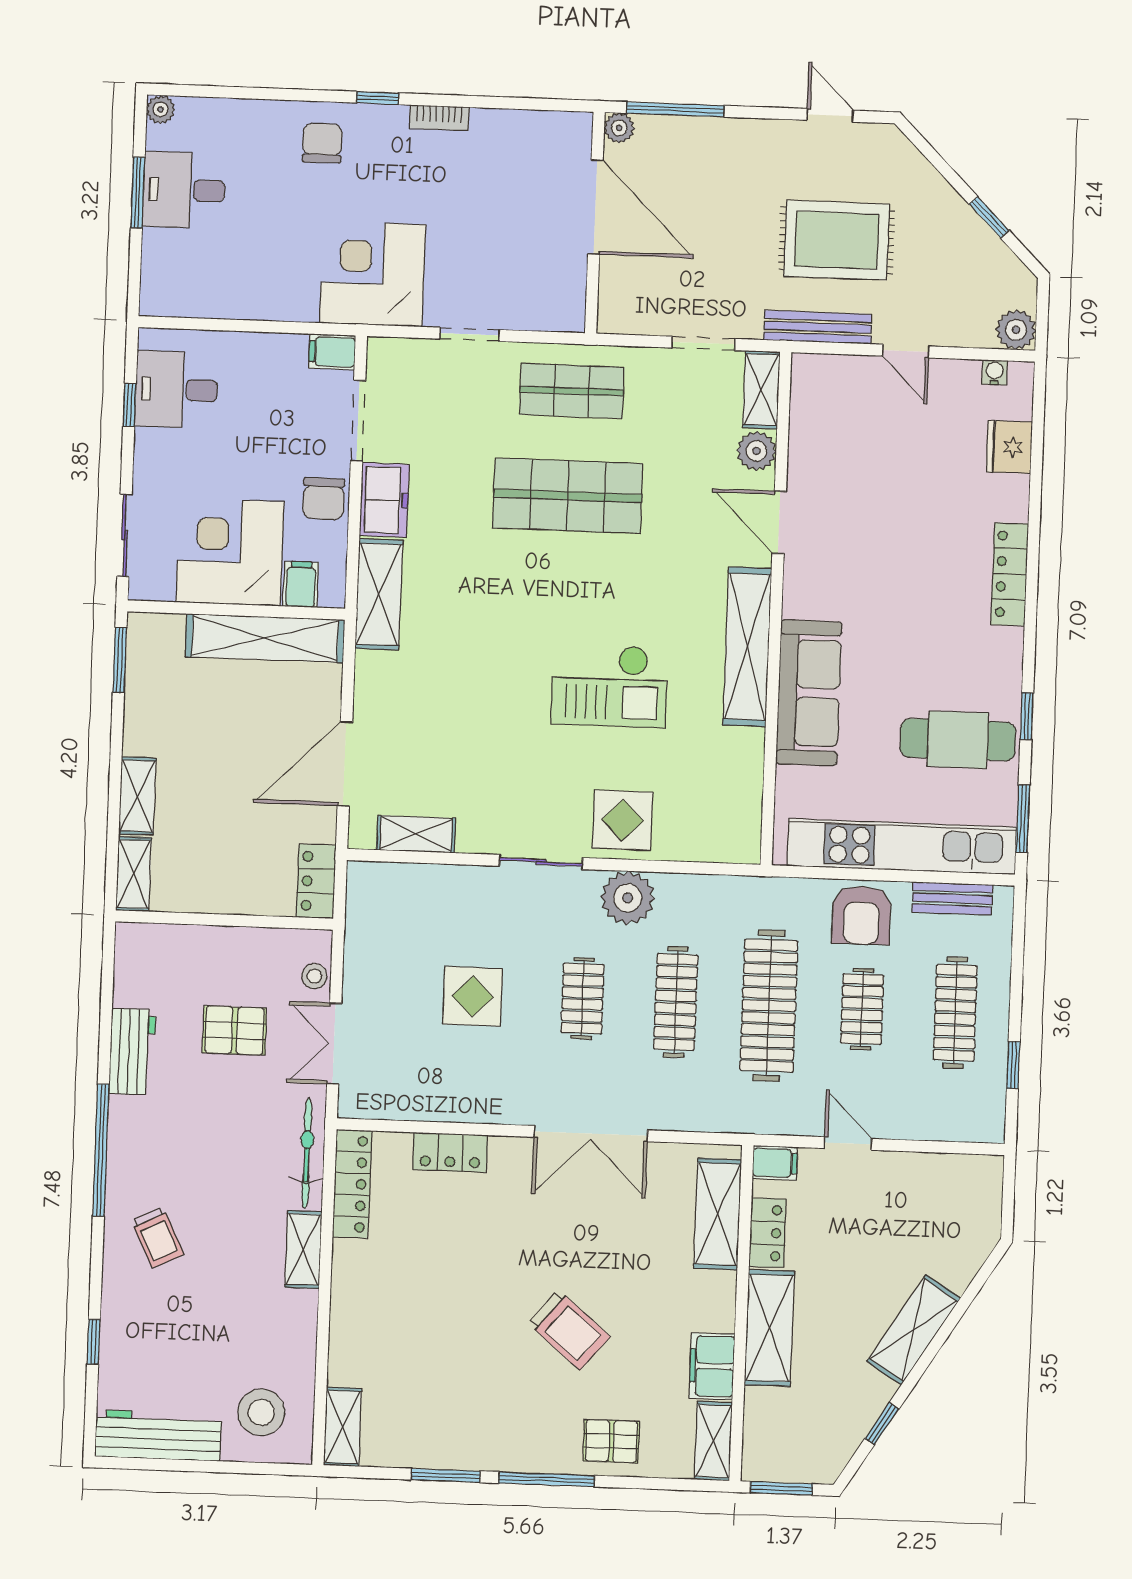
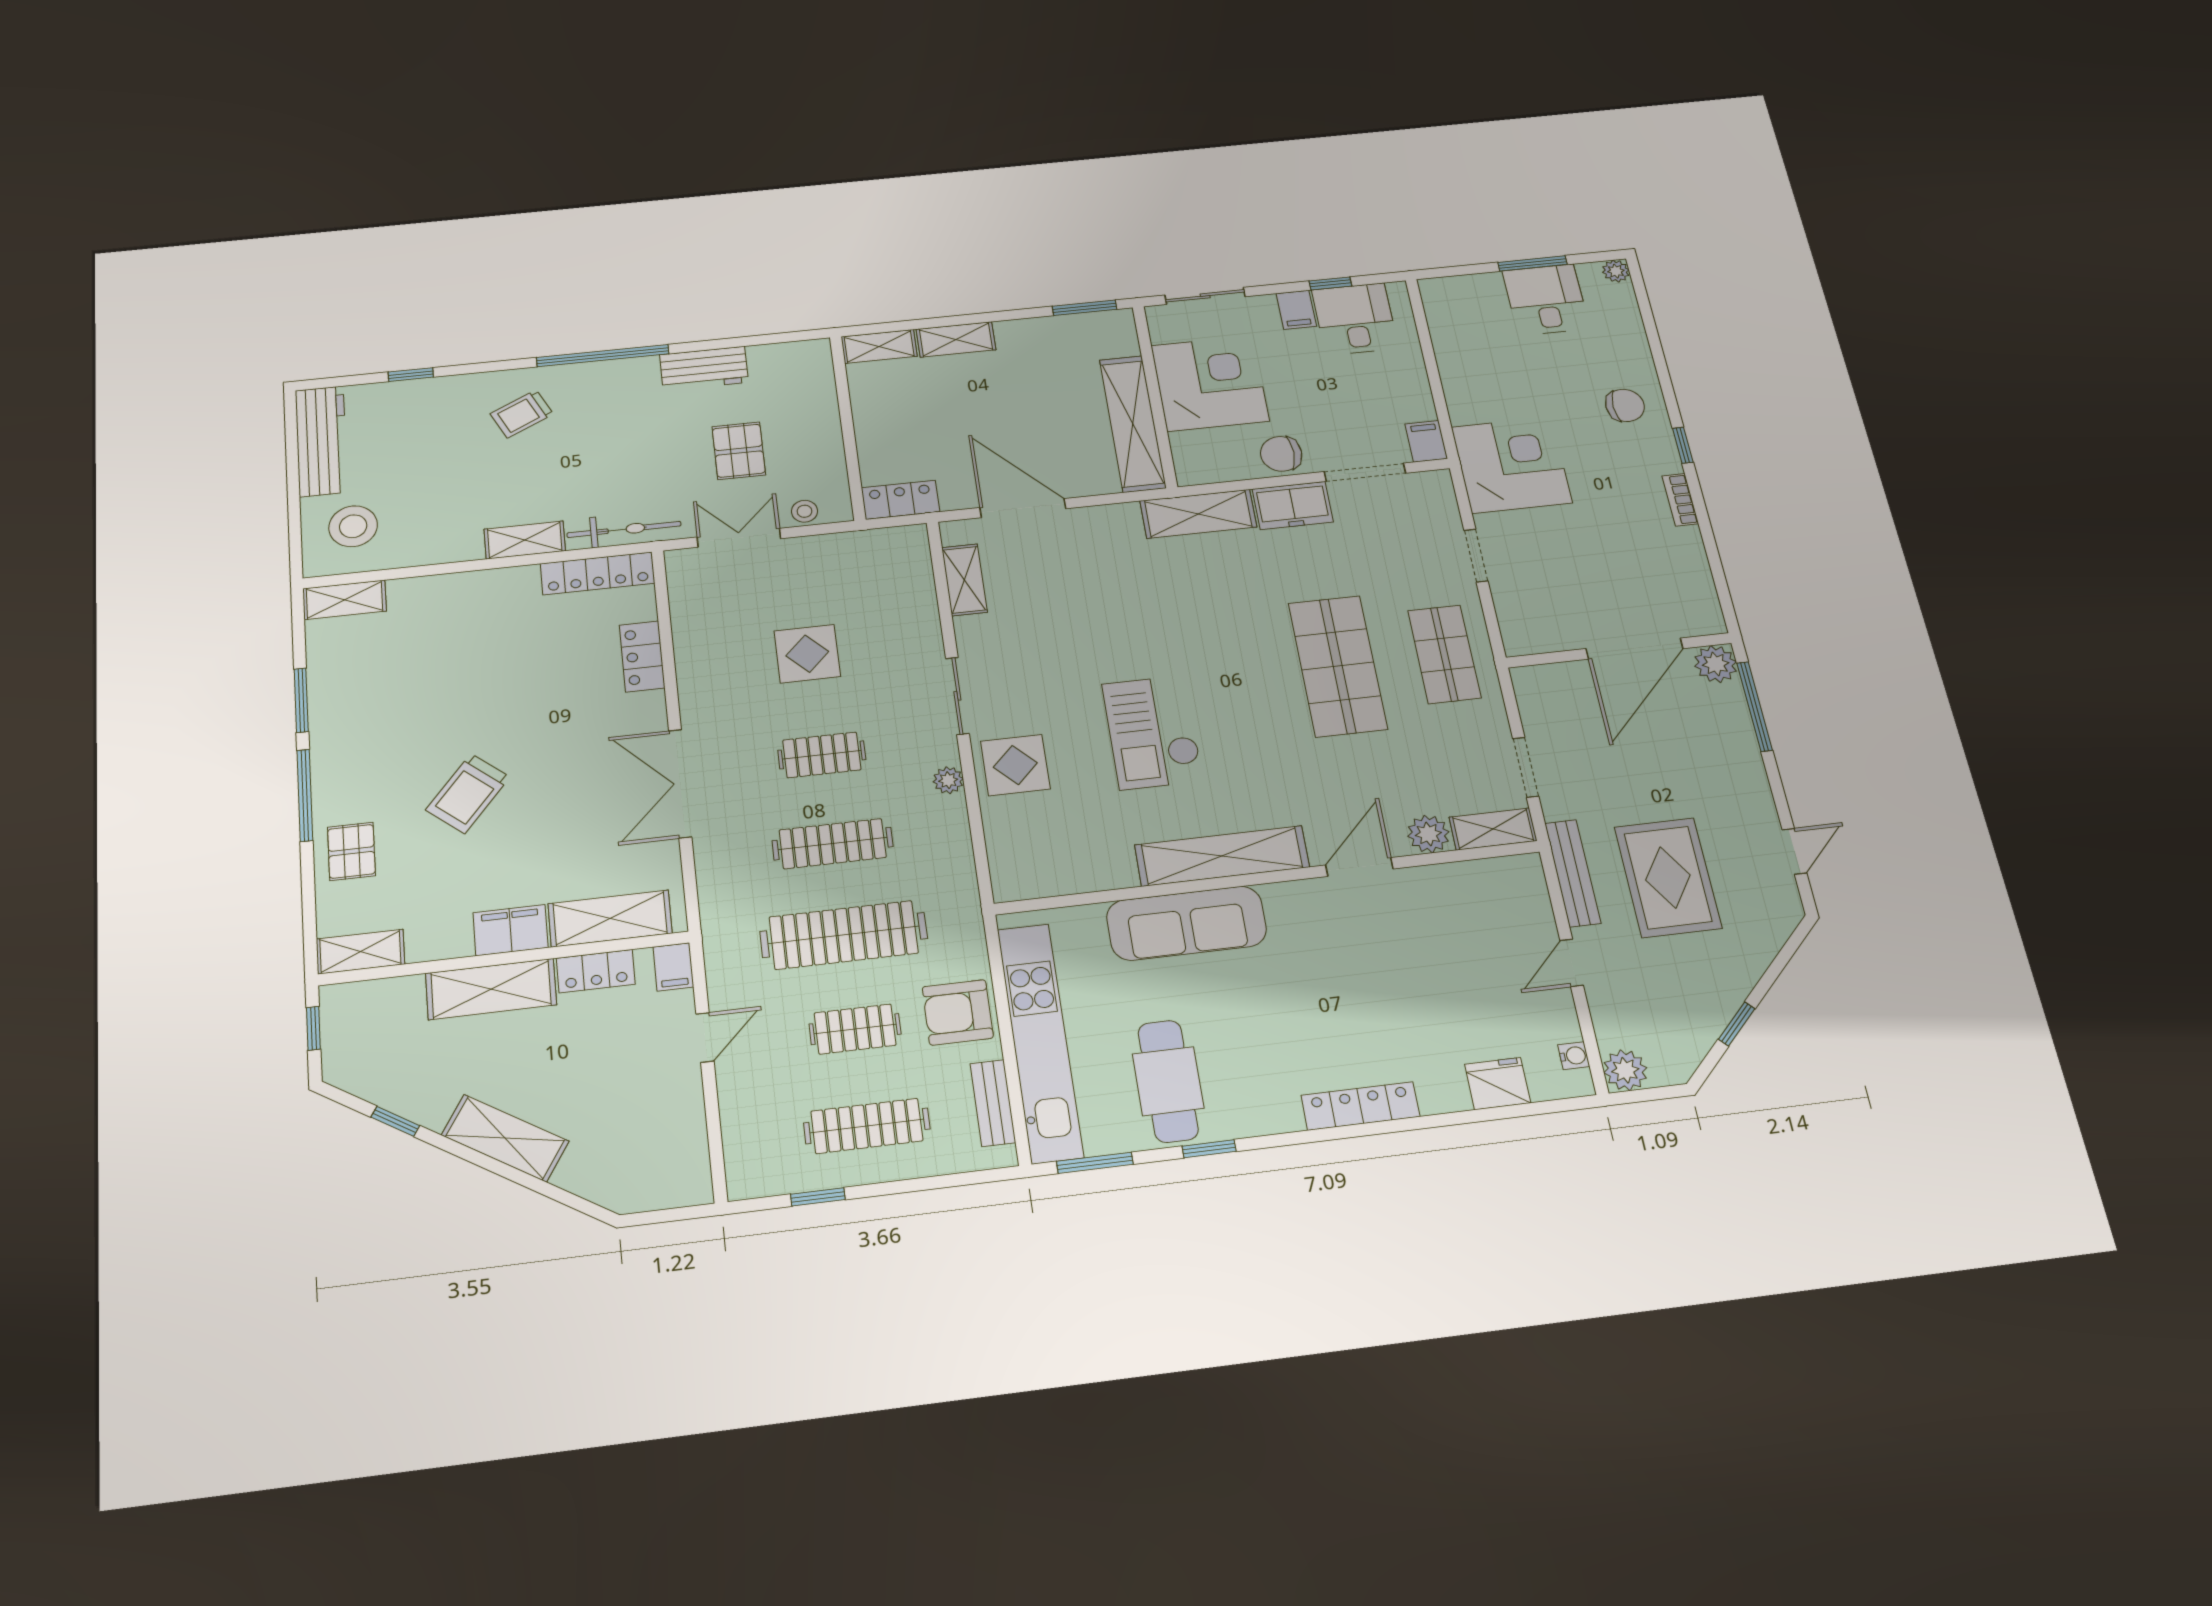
plant: (619, 128) -> (1716, 664), width x1.38, depth x1.38
filing cabinet: (301, 584) -> (1296, 310), moved, turned 90
plant: (628, 898) -> (948, 780), width x0.53, depth x0.53
filing cabinet: (712, 1366) -> (511, 930), moved
window: (781, 1488) -> (313, 1028), width x0.67

